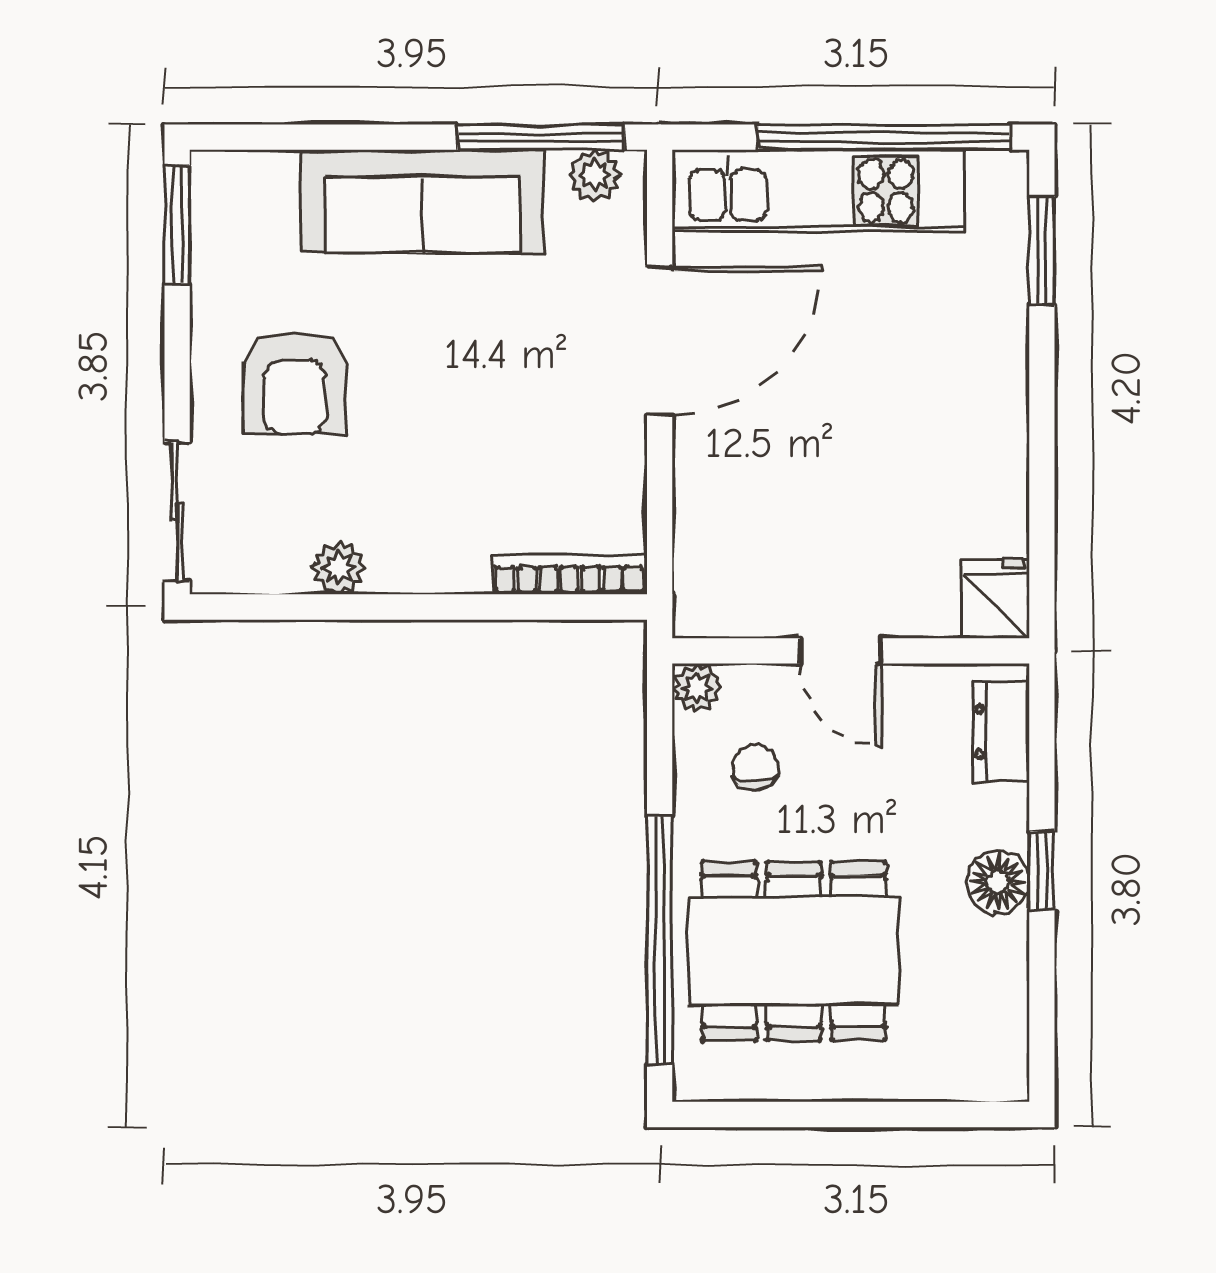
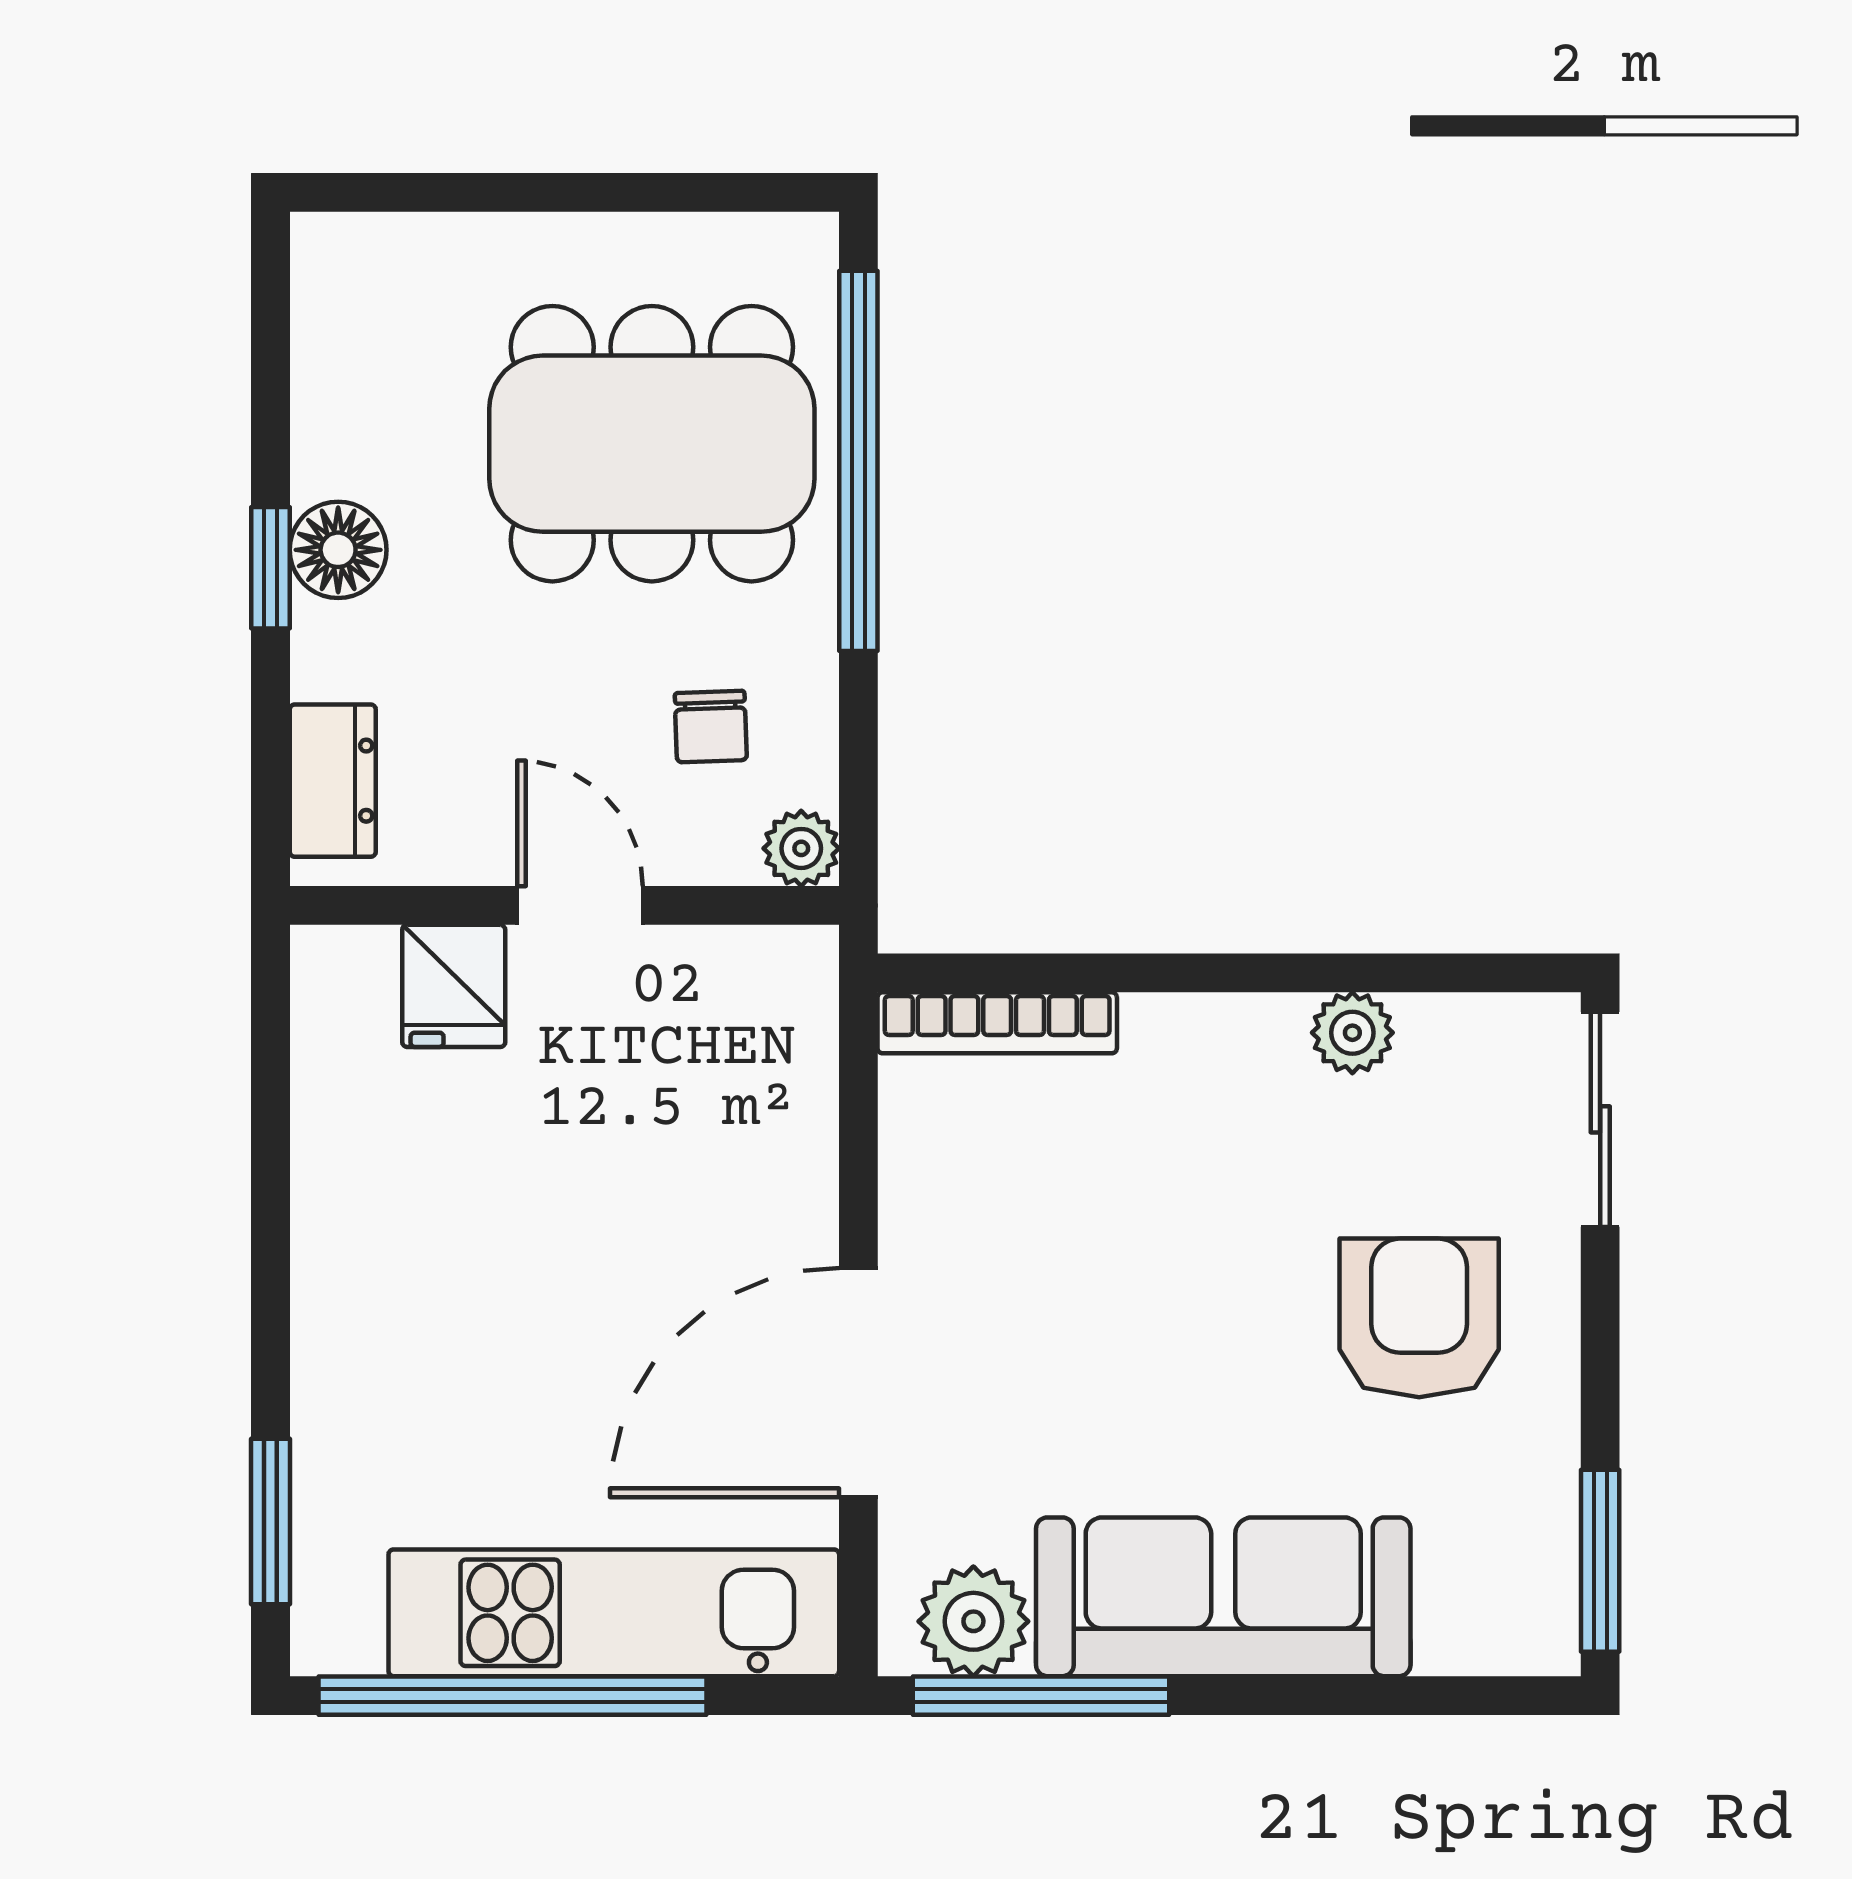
plant: (594, 176) -> (973, 1621), width x1.38, depth x1.38
fridge: (996, 598) -> (454, 986), moved

